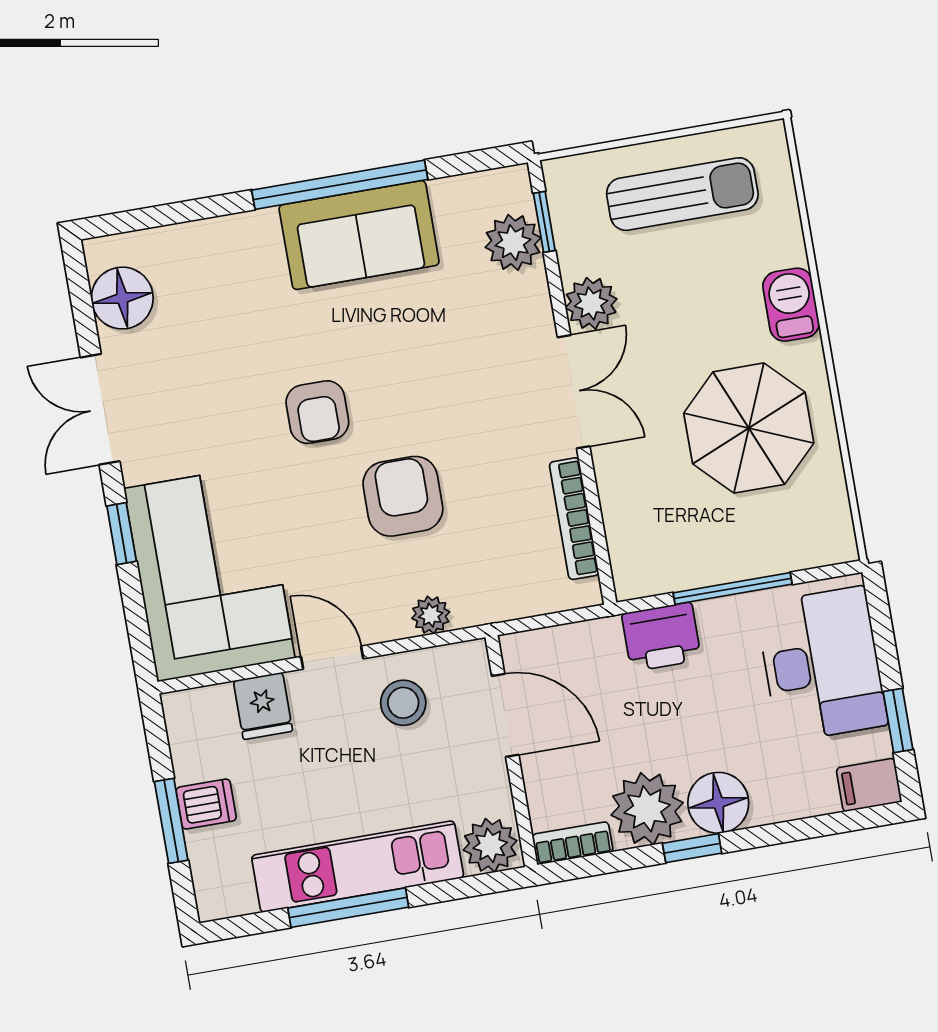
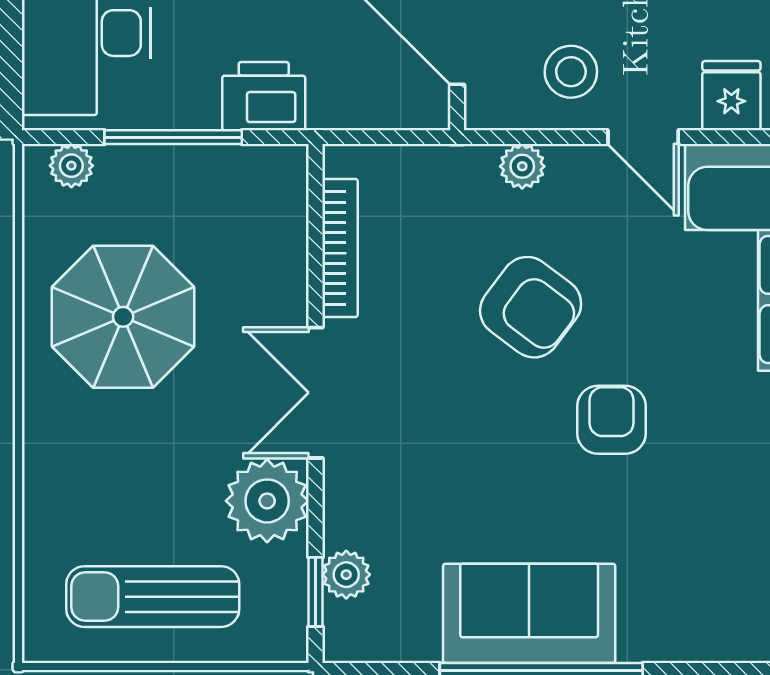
plant: (513, 242) -> (346, 575), width x0.73, depth x0.73
plant: (591, 303) -> (267, 501), width x1.36, depth x1.36
barbecue: (791, 305) -> (51, 449), removed
armchair: (403, 496) -> (531, 307), turned -53
plant: (815, 549) -> (71, 166), added

